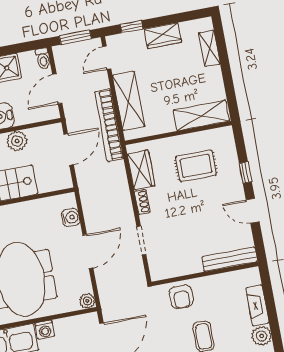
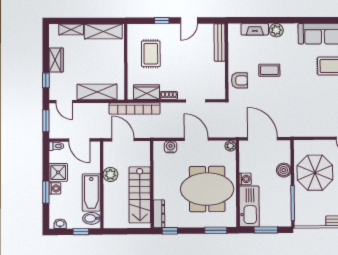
shelving: (201, 116) -> (103, 31), moved, turned 90
bookcase: (109, 125) -> (135, 108), moved

